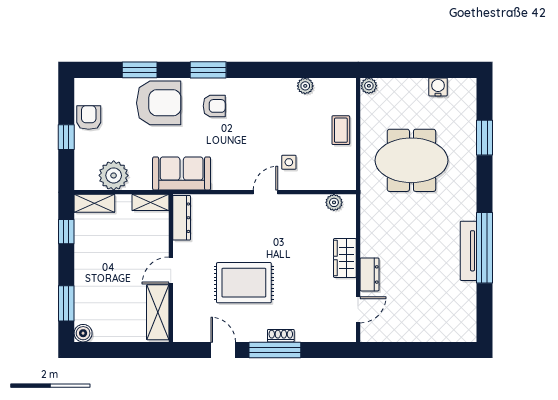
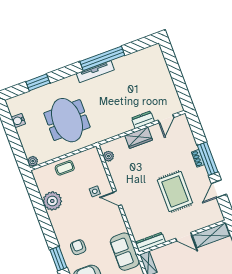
plant: (305, 86) -> (52, 201), width x1.88, depth x1.88
tv unit: (468, 251) -> (95, 72), moved
door: (358, 310) -> (166, 119), swing flipped

